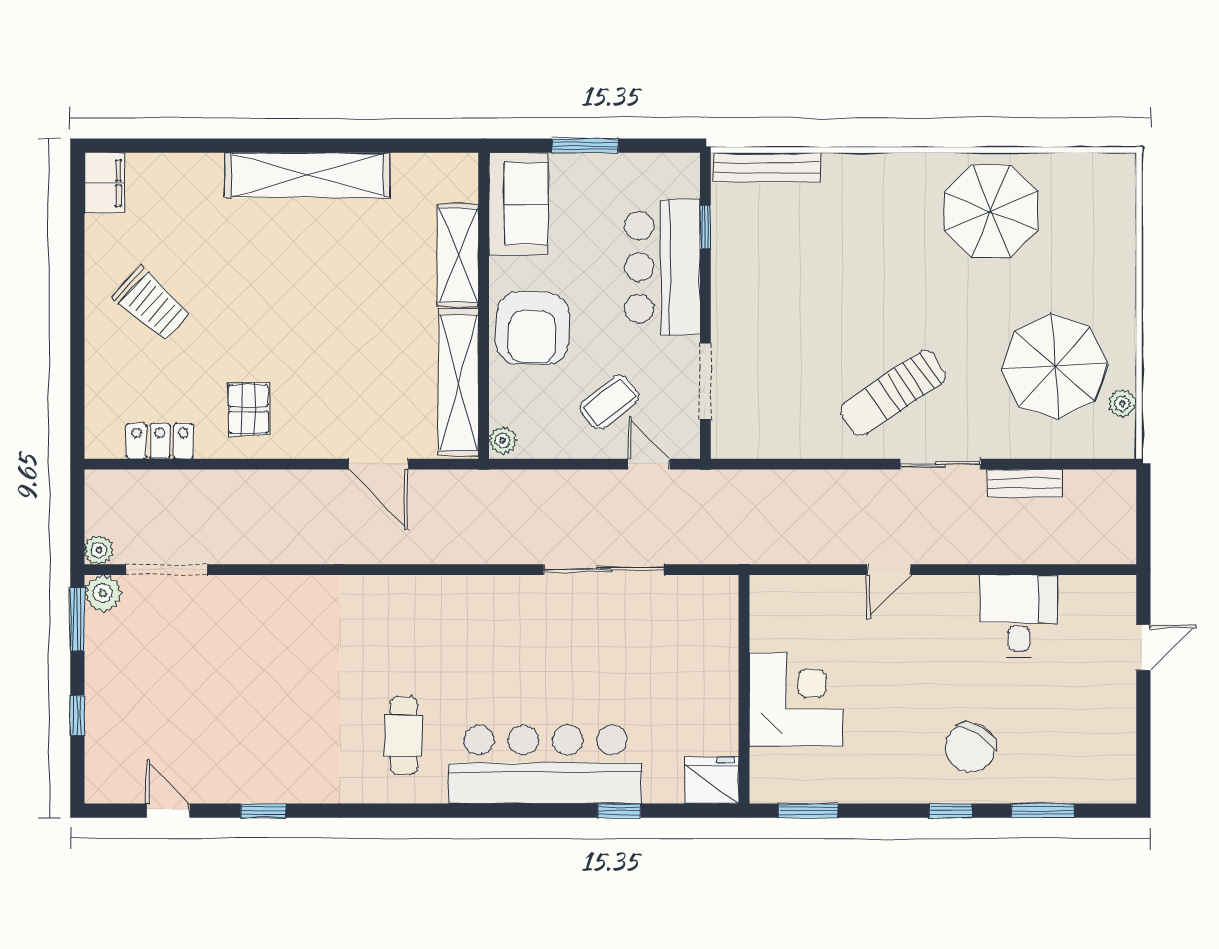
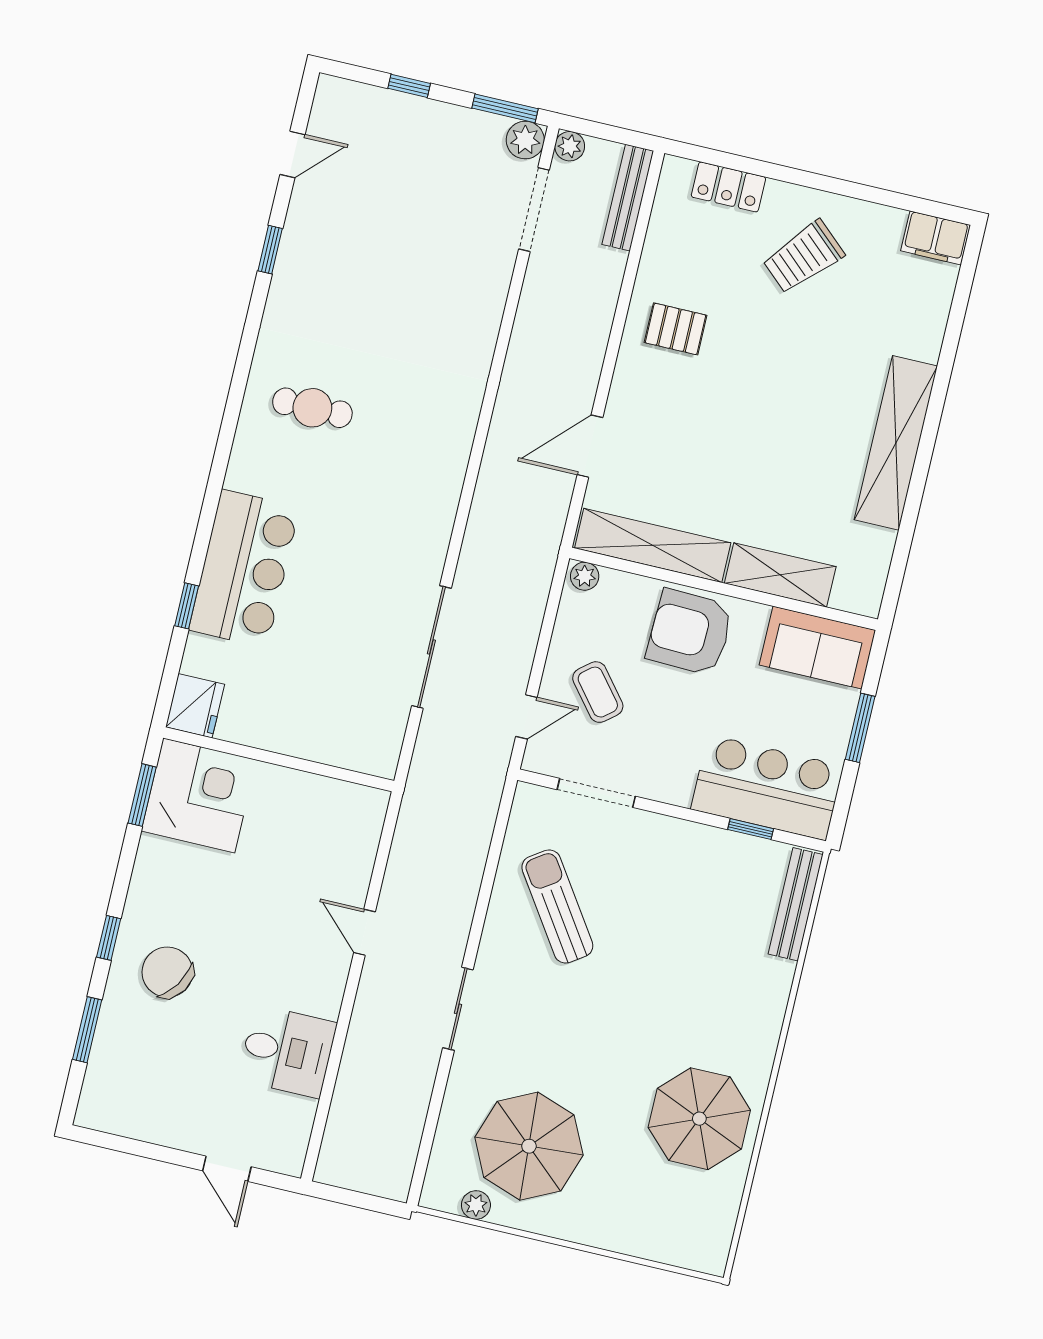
bar counter: (662, 267) -> (767, 788), moved
sun lounger: (893, 393) -> (557, 906), moved
locker: (160, 441) -> (728, 187), moved, turned 90
bench: (1024, 483) -> (628, 198), moved, width x1.36
corner desk: (796, 699) -> (199, 795), moved, turned -90
bar counter: (545, 764) -> (244, 569), width x0.73

